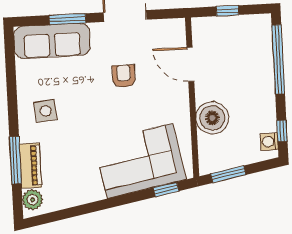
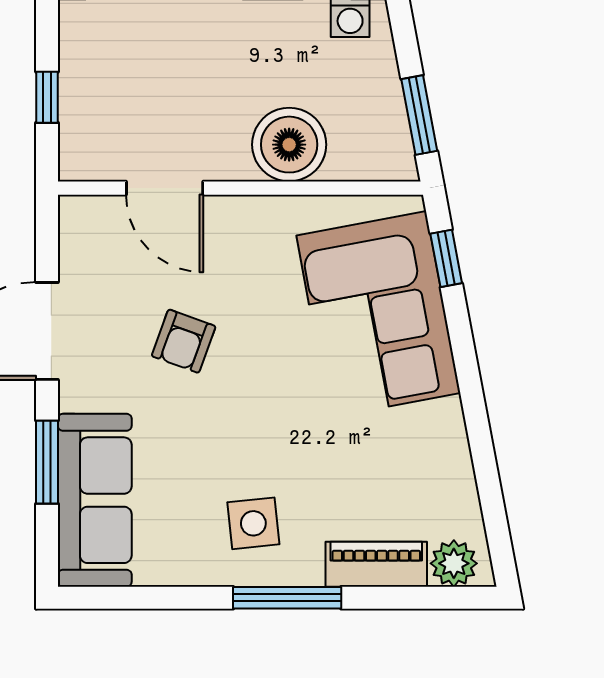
door: (190, 64) -> (165, 188), hinge flipped
armchair: (124, 76) -> (184, 341), turned -70
window: (15, 160) -> (287, 598), moved

